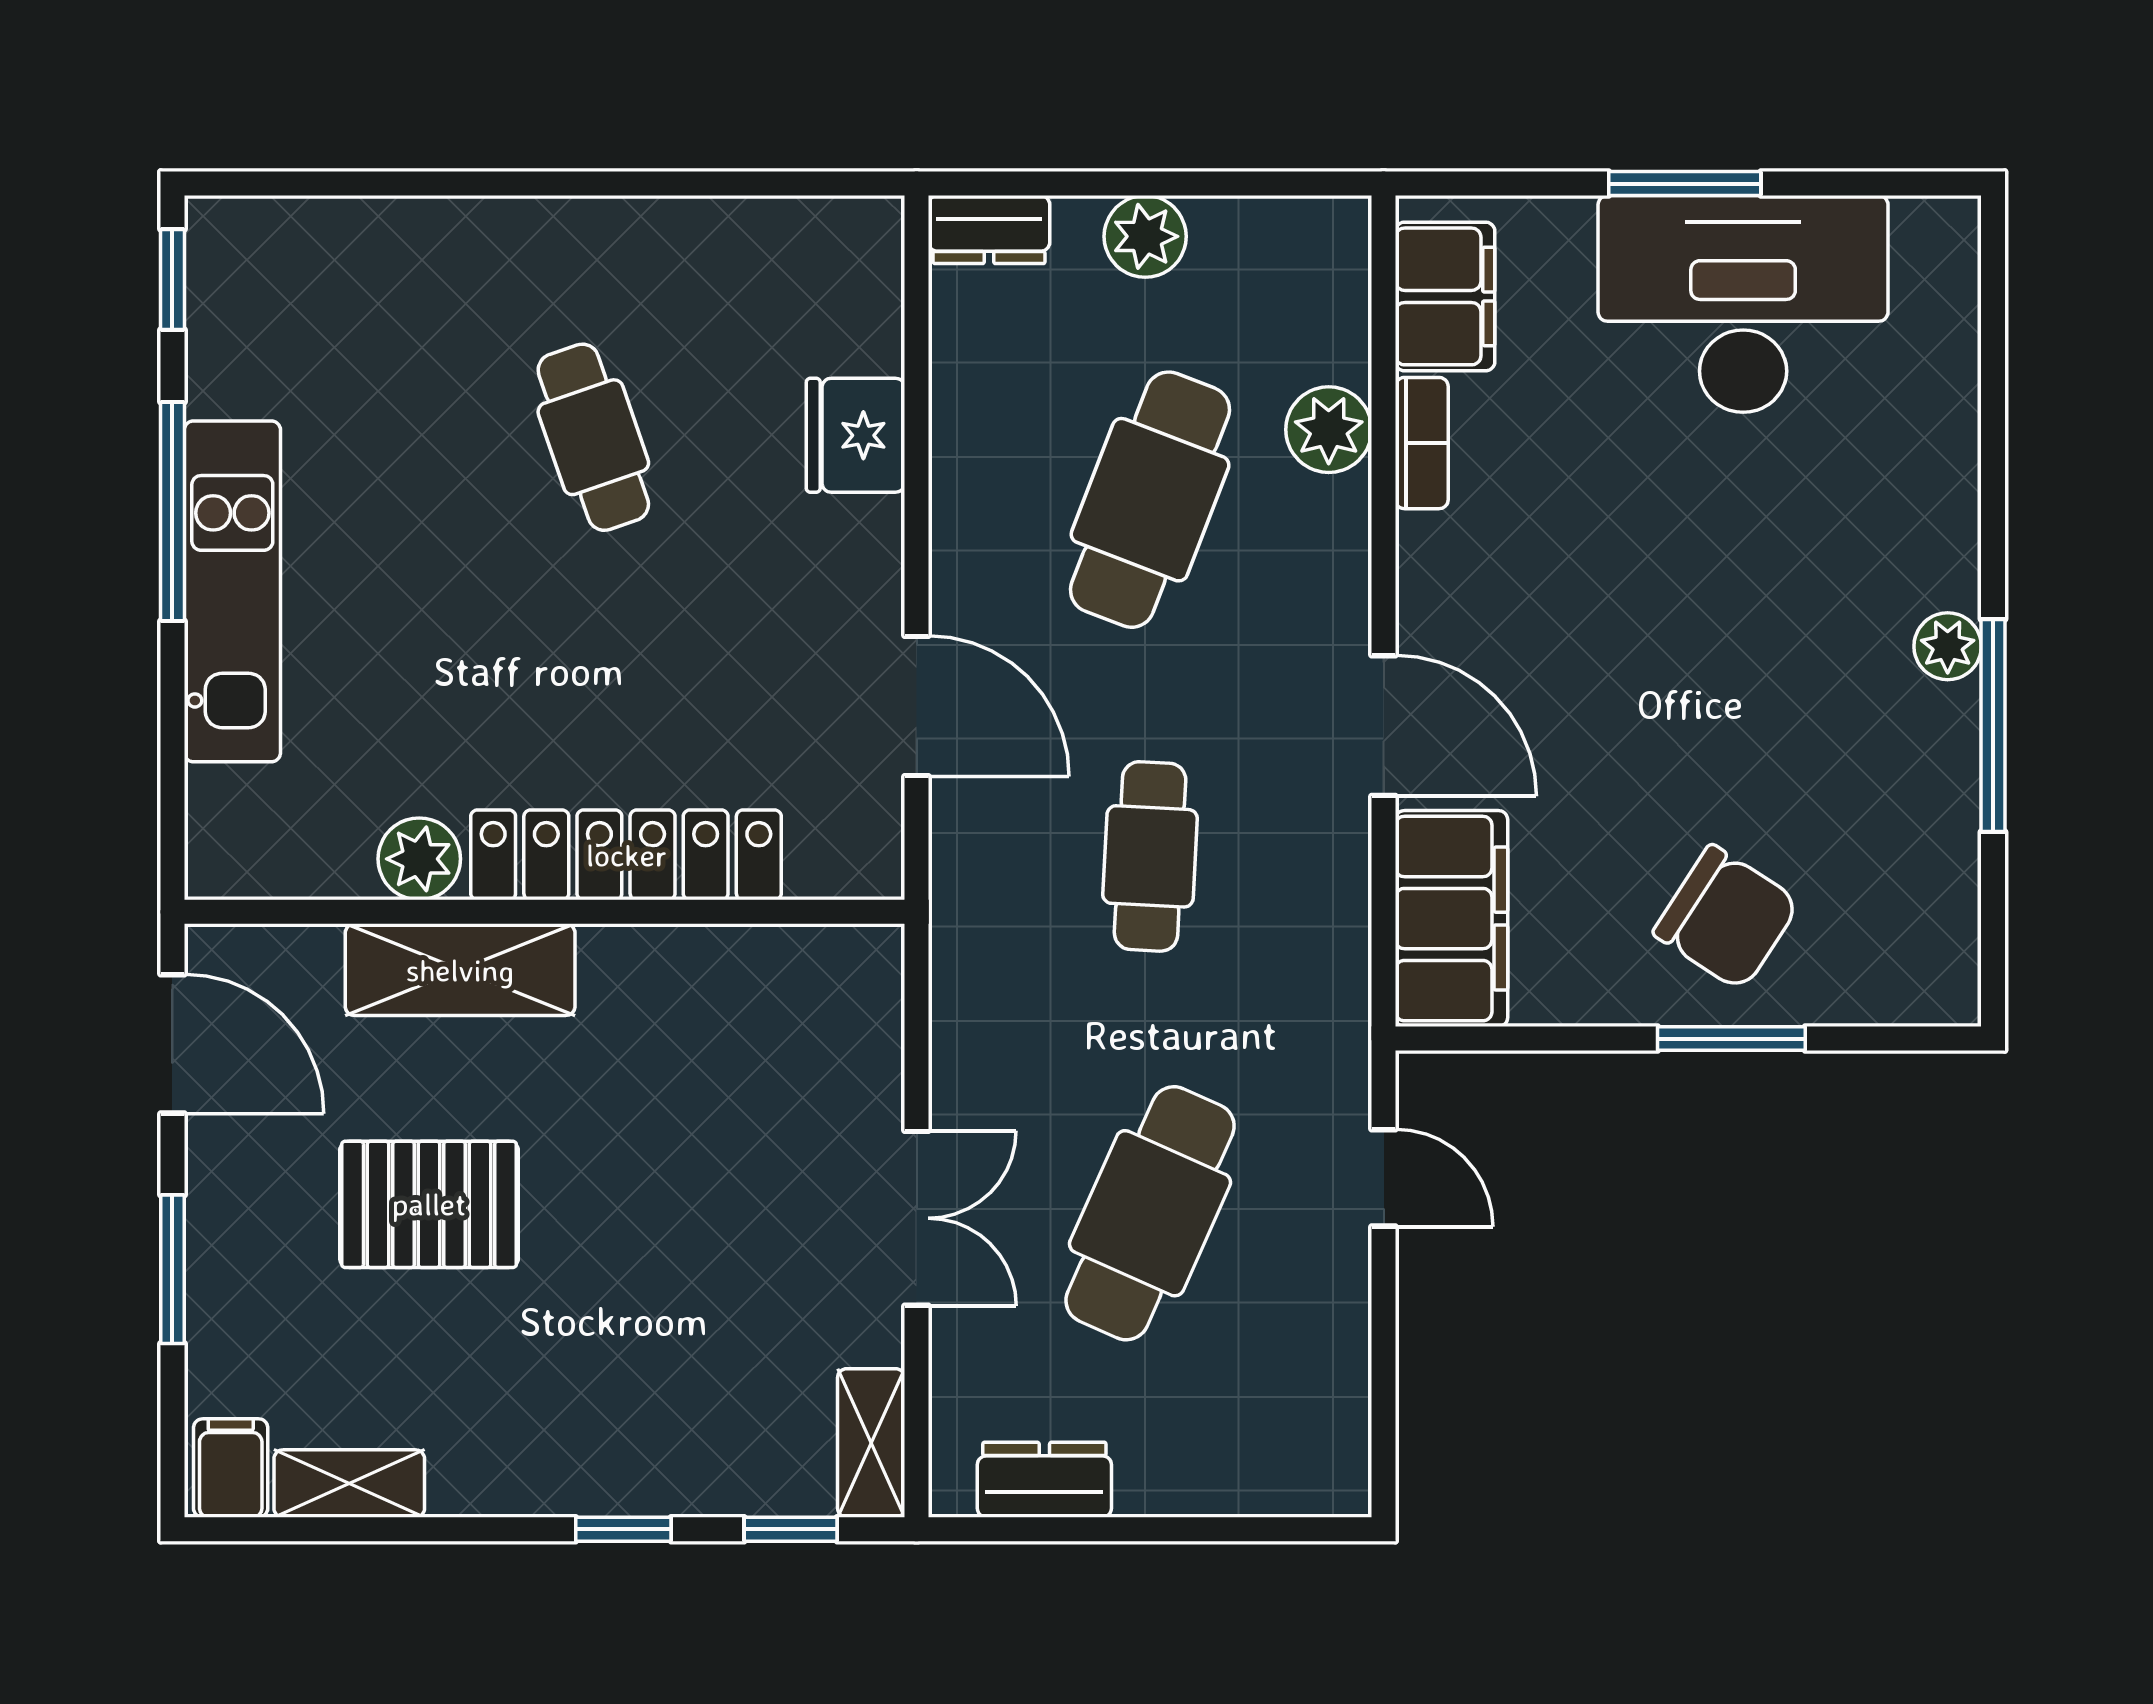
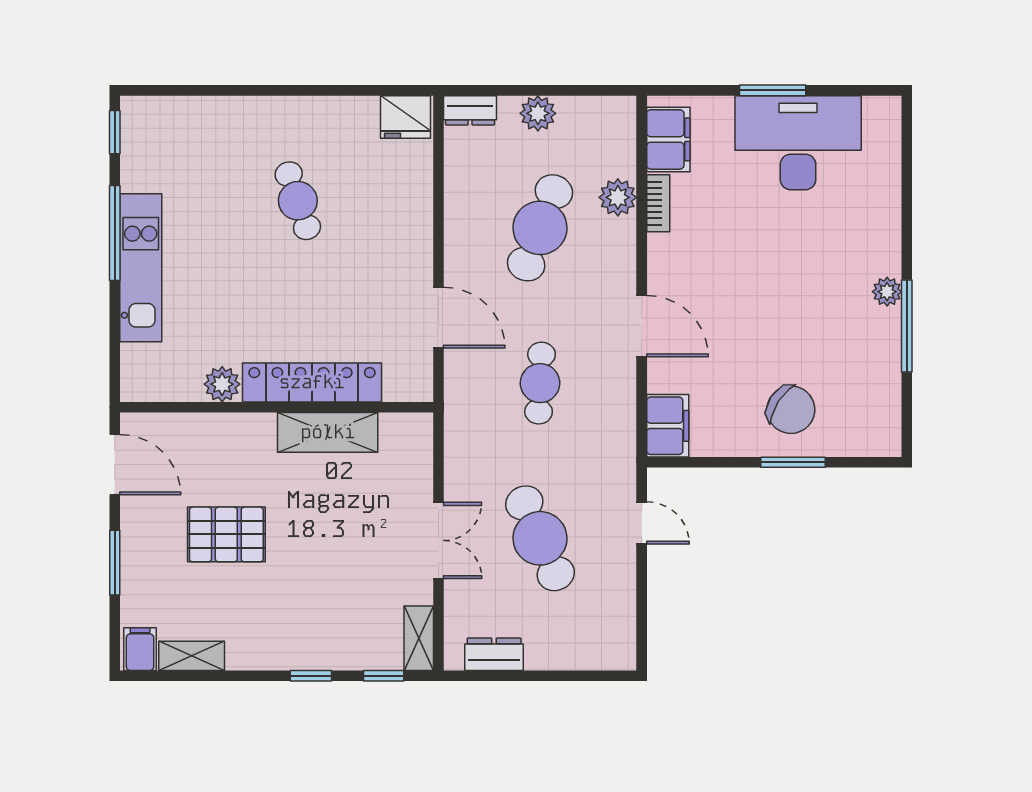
fridge: (855, 435) -> (405, 117), moved, turned -90
filing cabinet: (1451, 919) -> (668, 426), width x0.67, depth x0.86
shelving: (460, 970) -> (328, 432), moved
cafe table: (1150, 1213) -> (540, 538), turned -48

